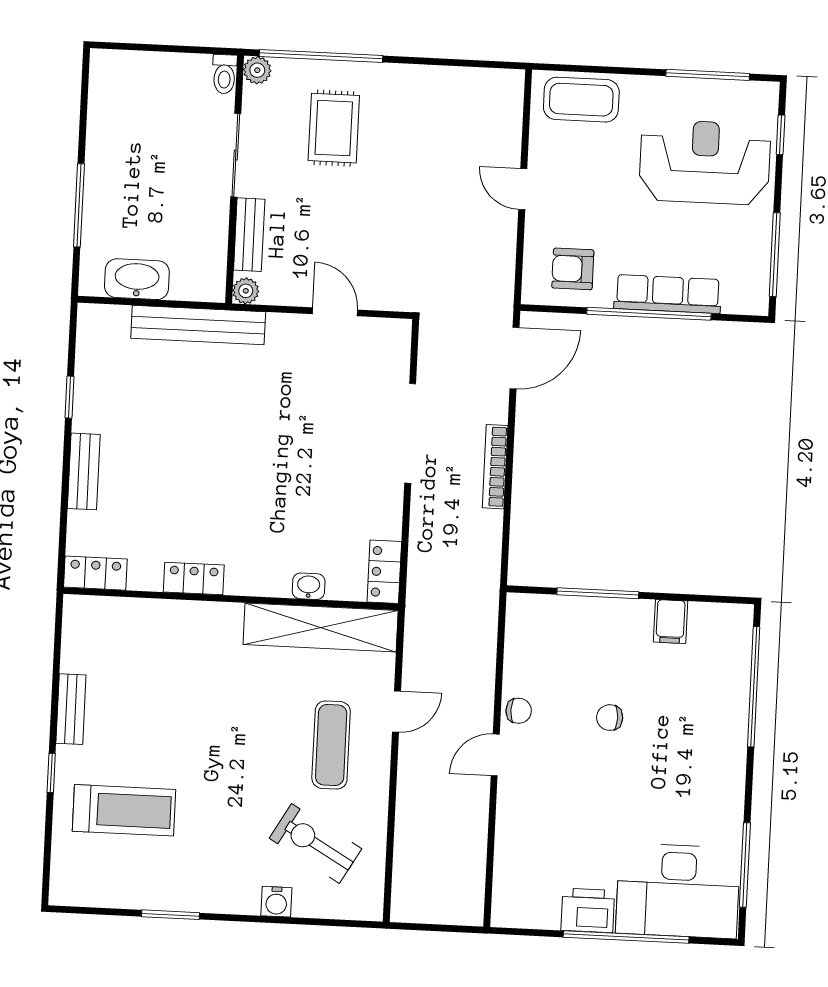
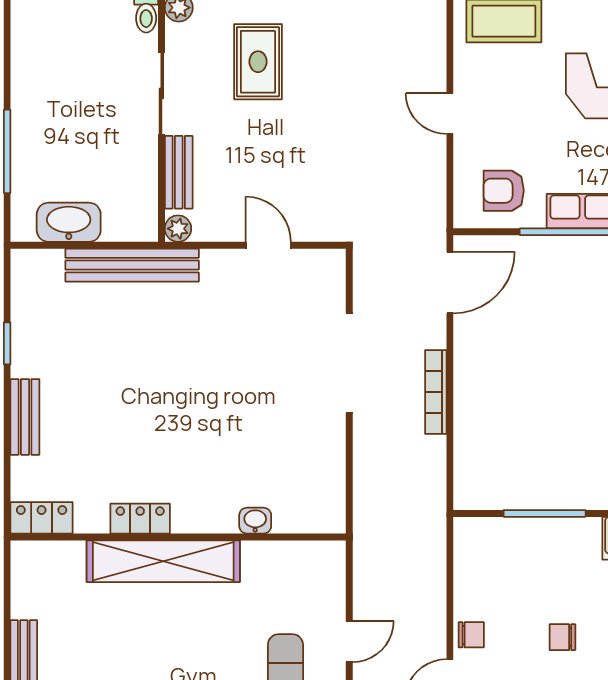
locker: (384, 572) -> (330, 502), removed
shelving: (321, 627) -> (163, 561), moved

